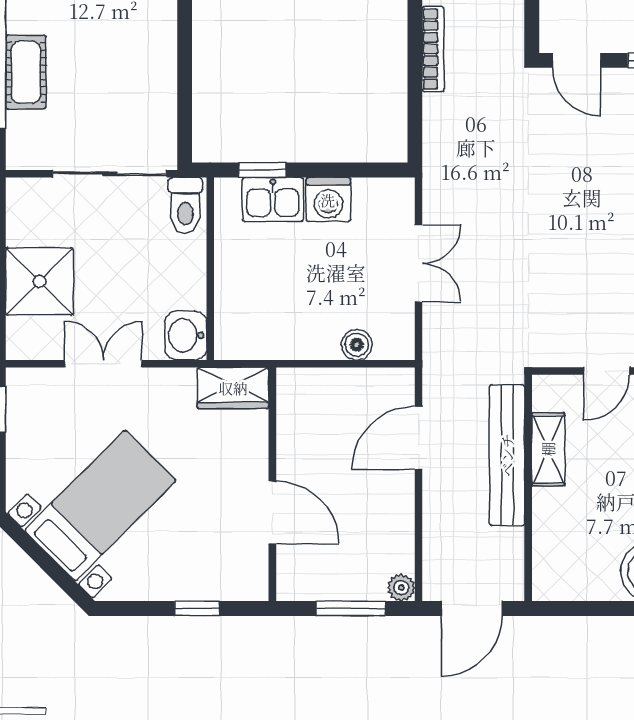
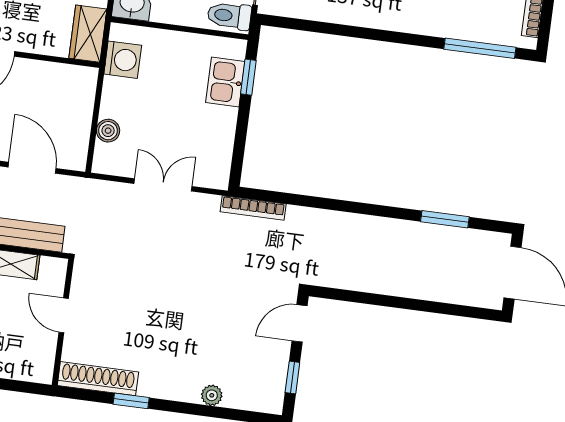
bookcase: (433, 49) -> (253, 208), moved
washing machine: (328, 200) -> (123, 60), moved, turned 180
double door: (419, 263) -> (163, 185), swing flipped

